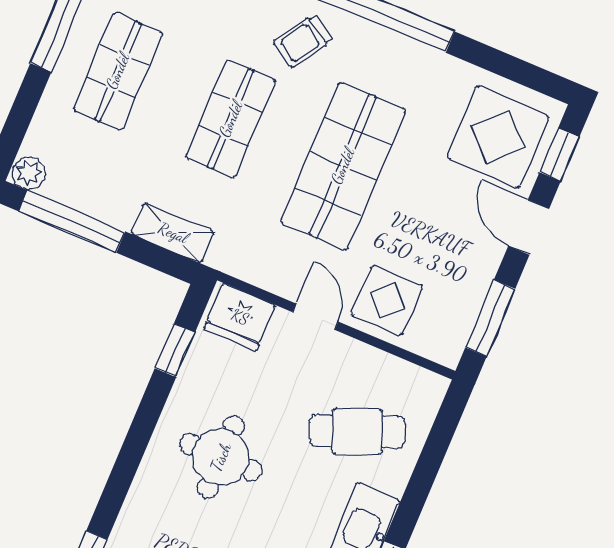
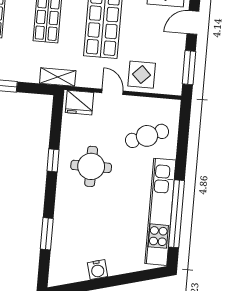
door: (529, 227) -> (193, 23), hinge flipped
shelving: (173, 233) -> (58, 77), moved
window: (175, 350) -> (53, 160), moved

